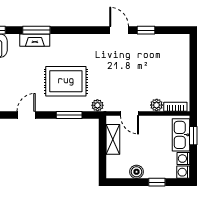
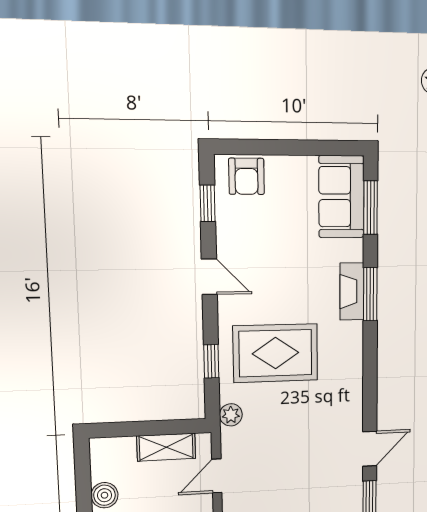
rug: (66, 81) -> (275, 353), turned 90
window: (69, 115) -> (211, 361), width x0.67

